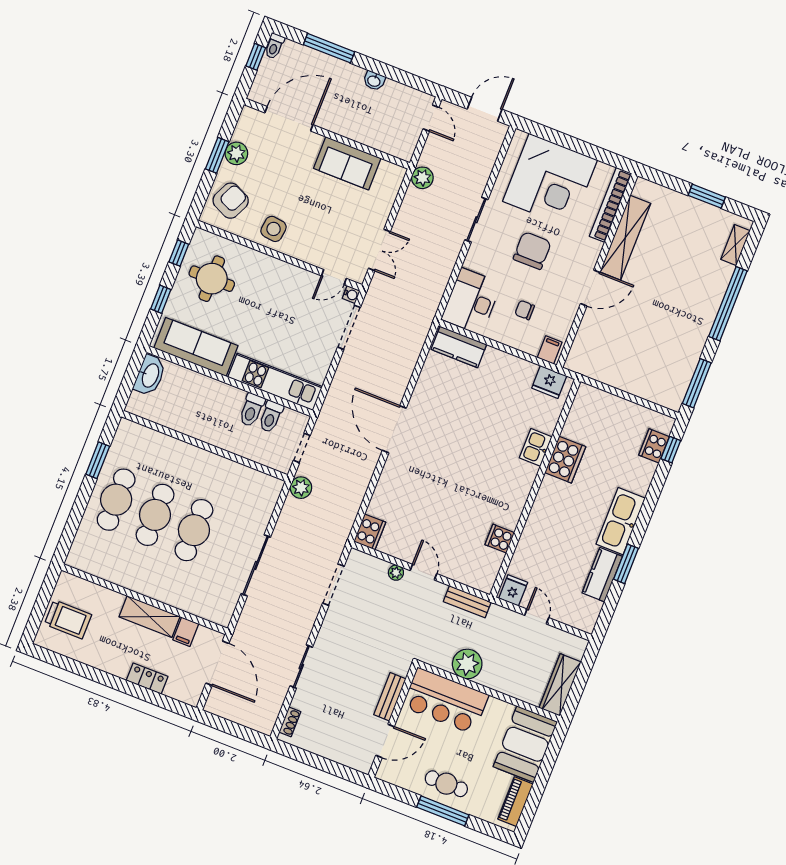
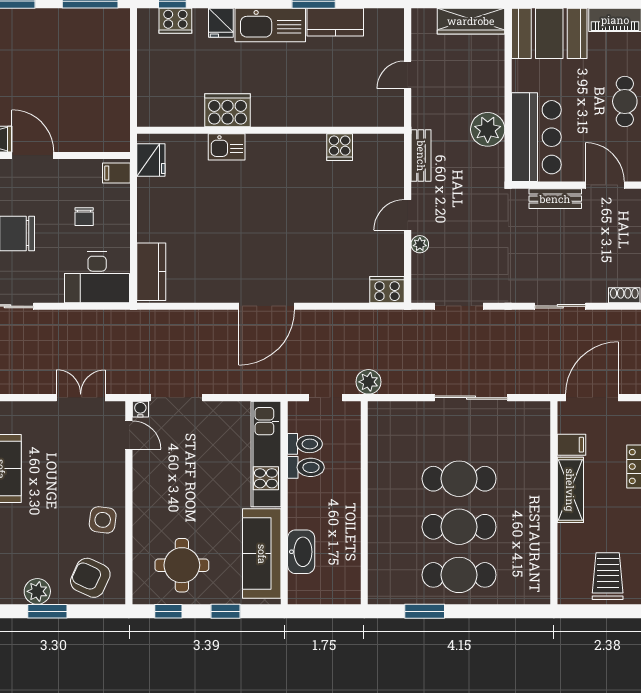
washbasin: (150, 375) -> (301, 552), moved, turned 90
fridge: (513, 590) -> (221, 23), moved, turned -90

